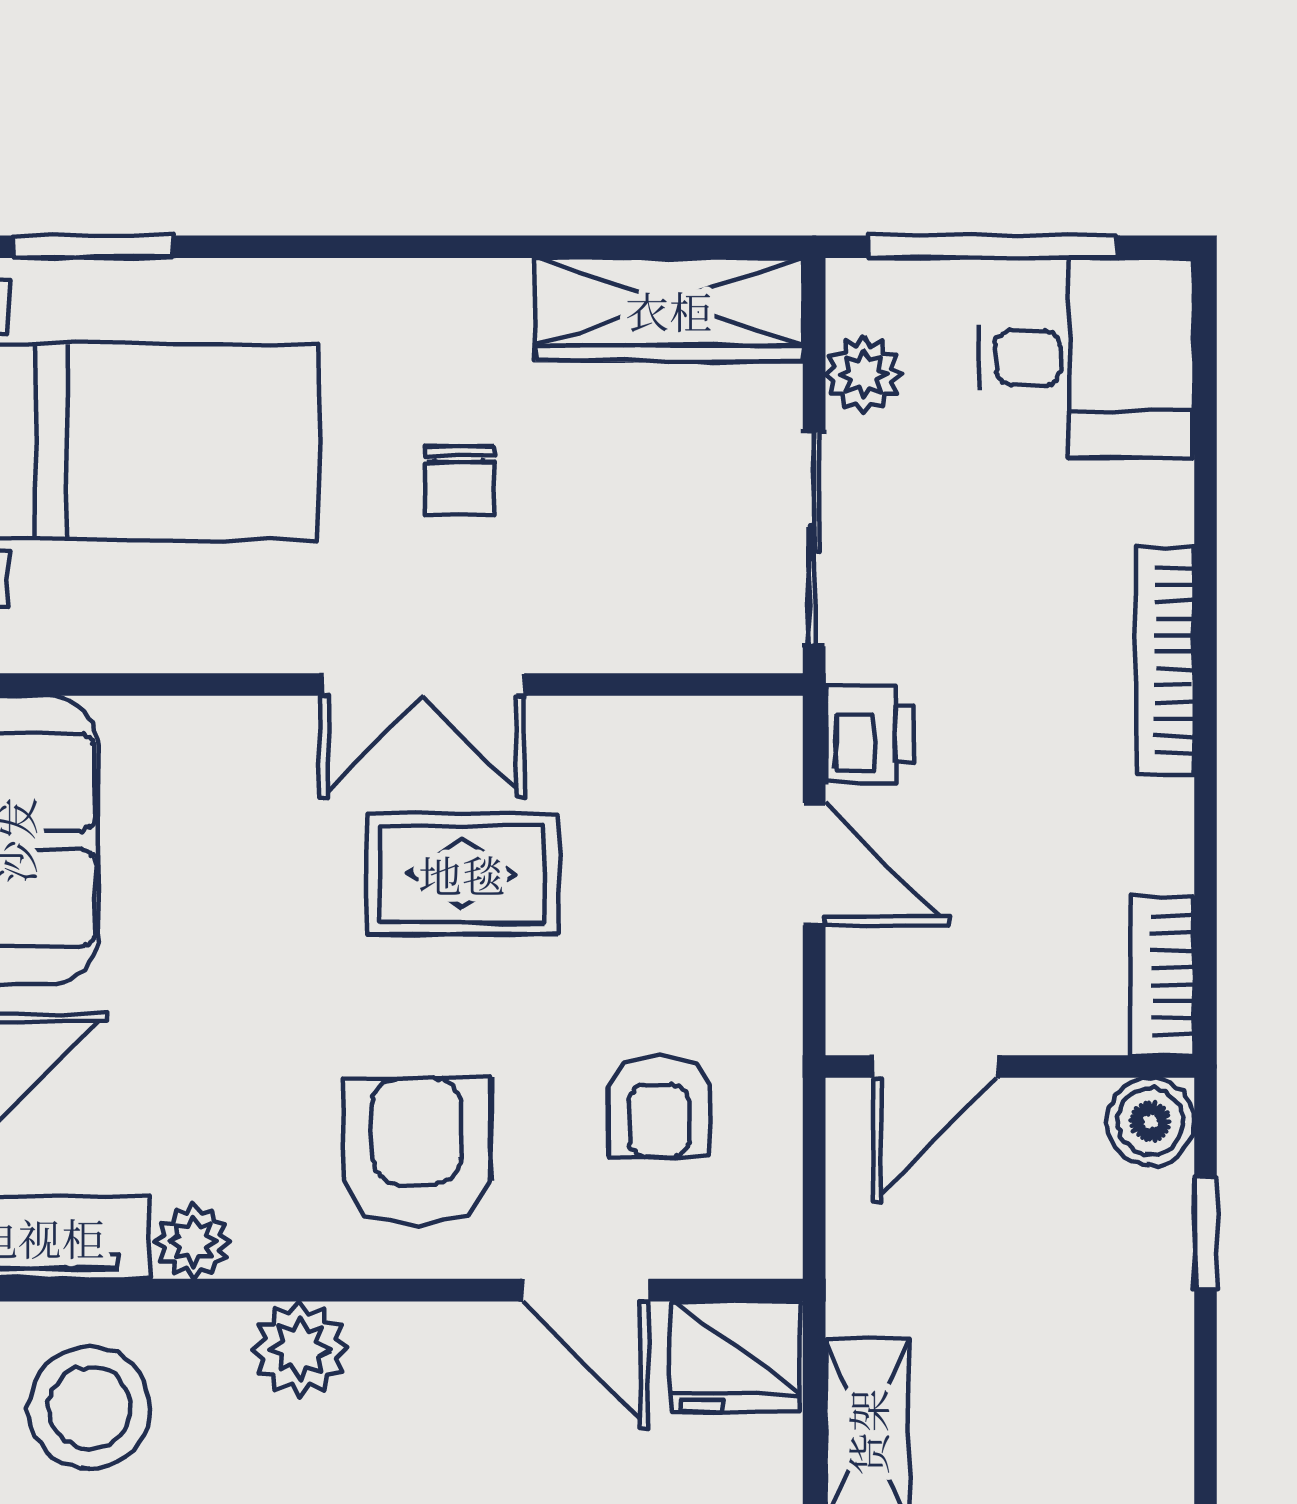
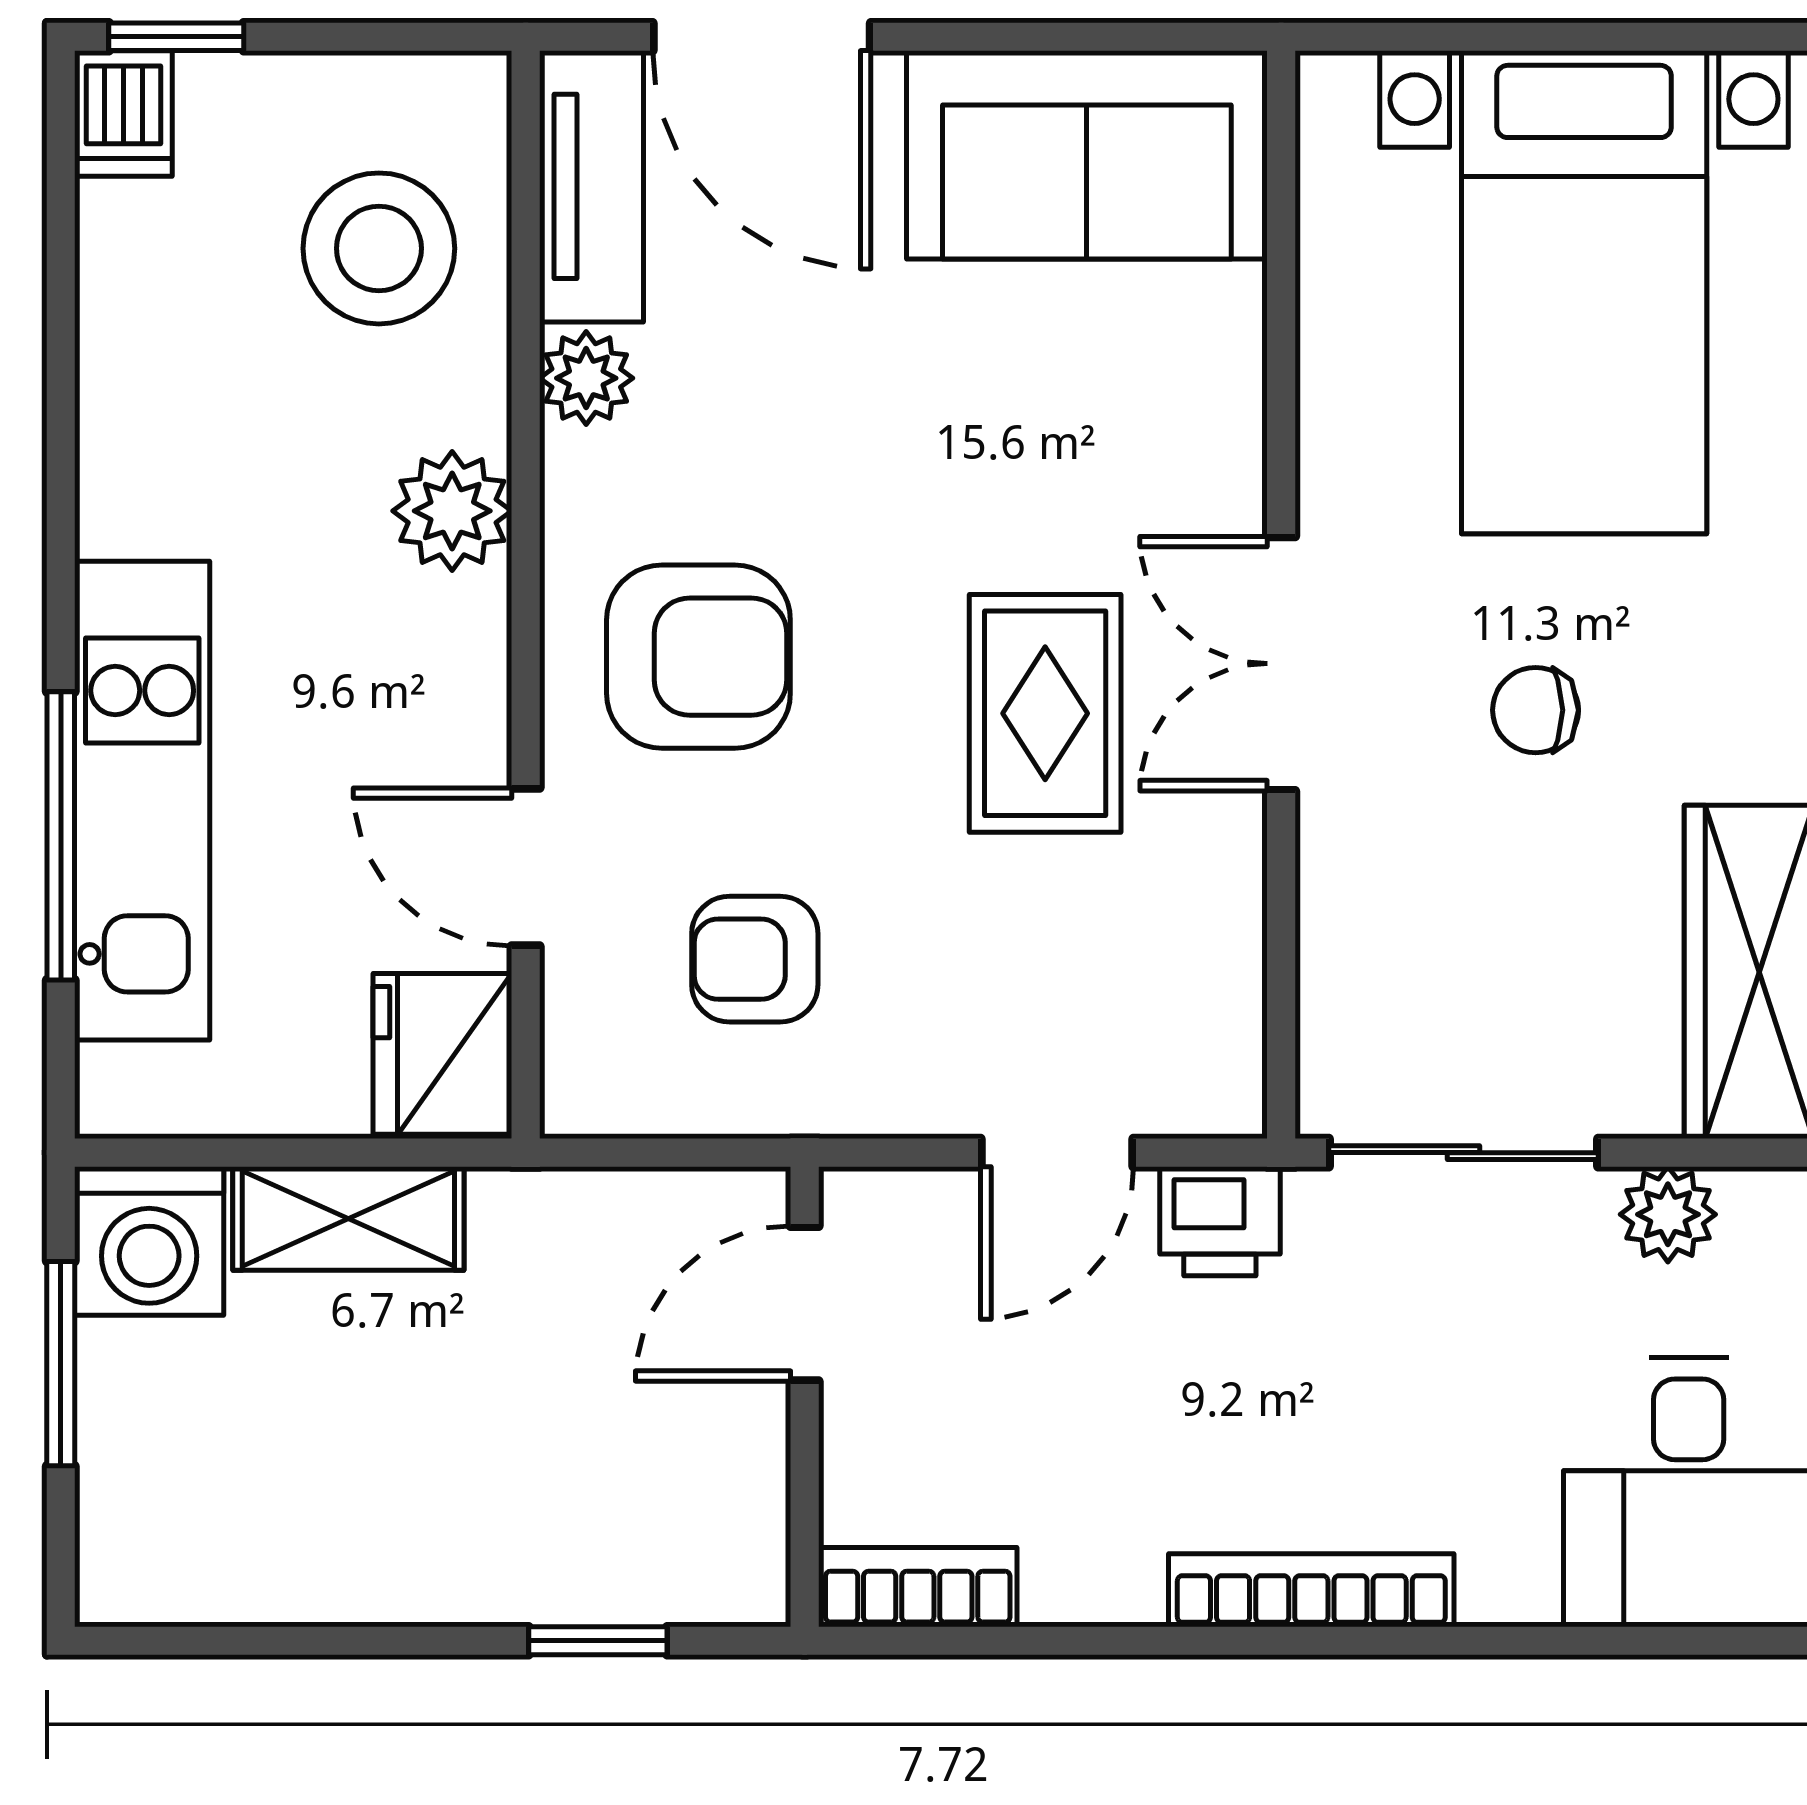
door: (935, 1067) -> (805, 1304), hinge flipped
boiler: (1151, 1121) -> (736, 1572), removed
door: (585, 1290) -> (526, 867), hinge flipped

